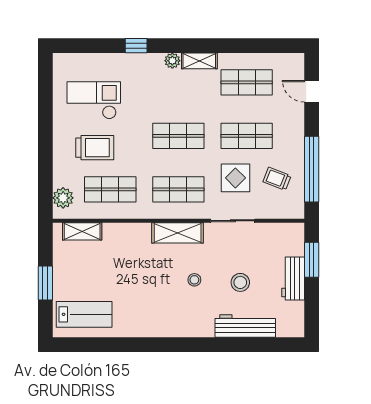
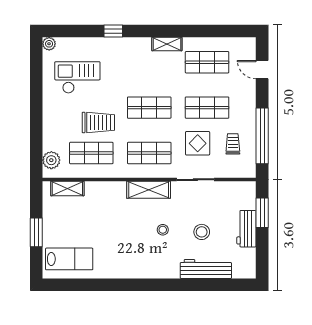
plant: (172, 61) -> (49, 44), moved
trolley: (95, 148) -> (98, 122), moved
trolley: (277, 179) -> (233, 144), turned 69

